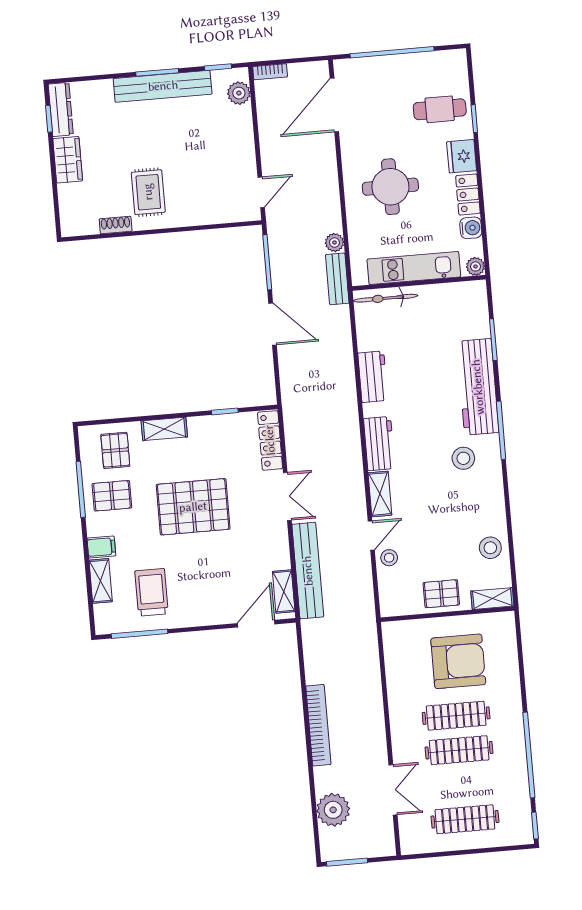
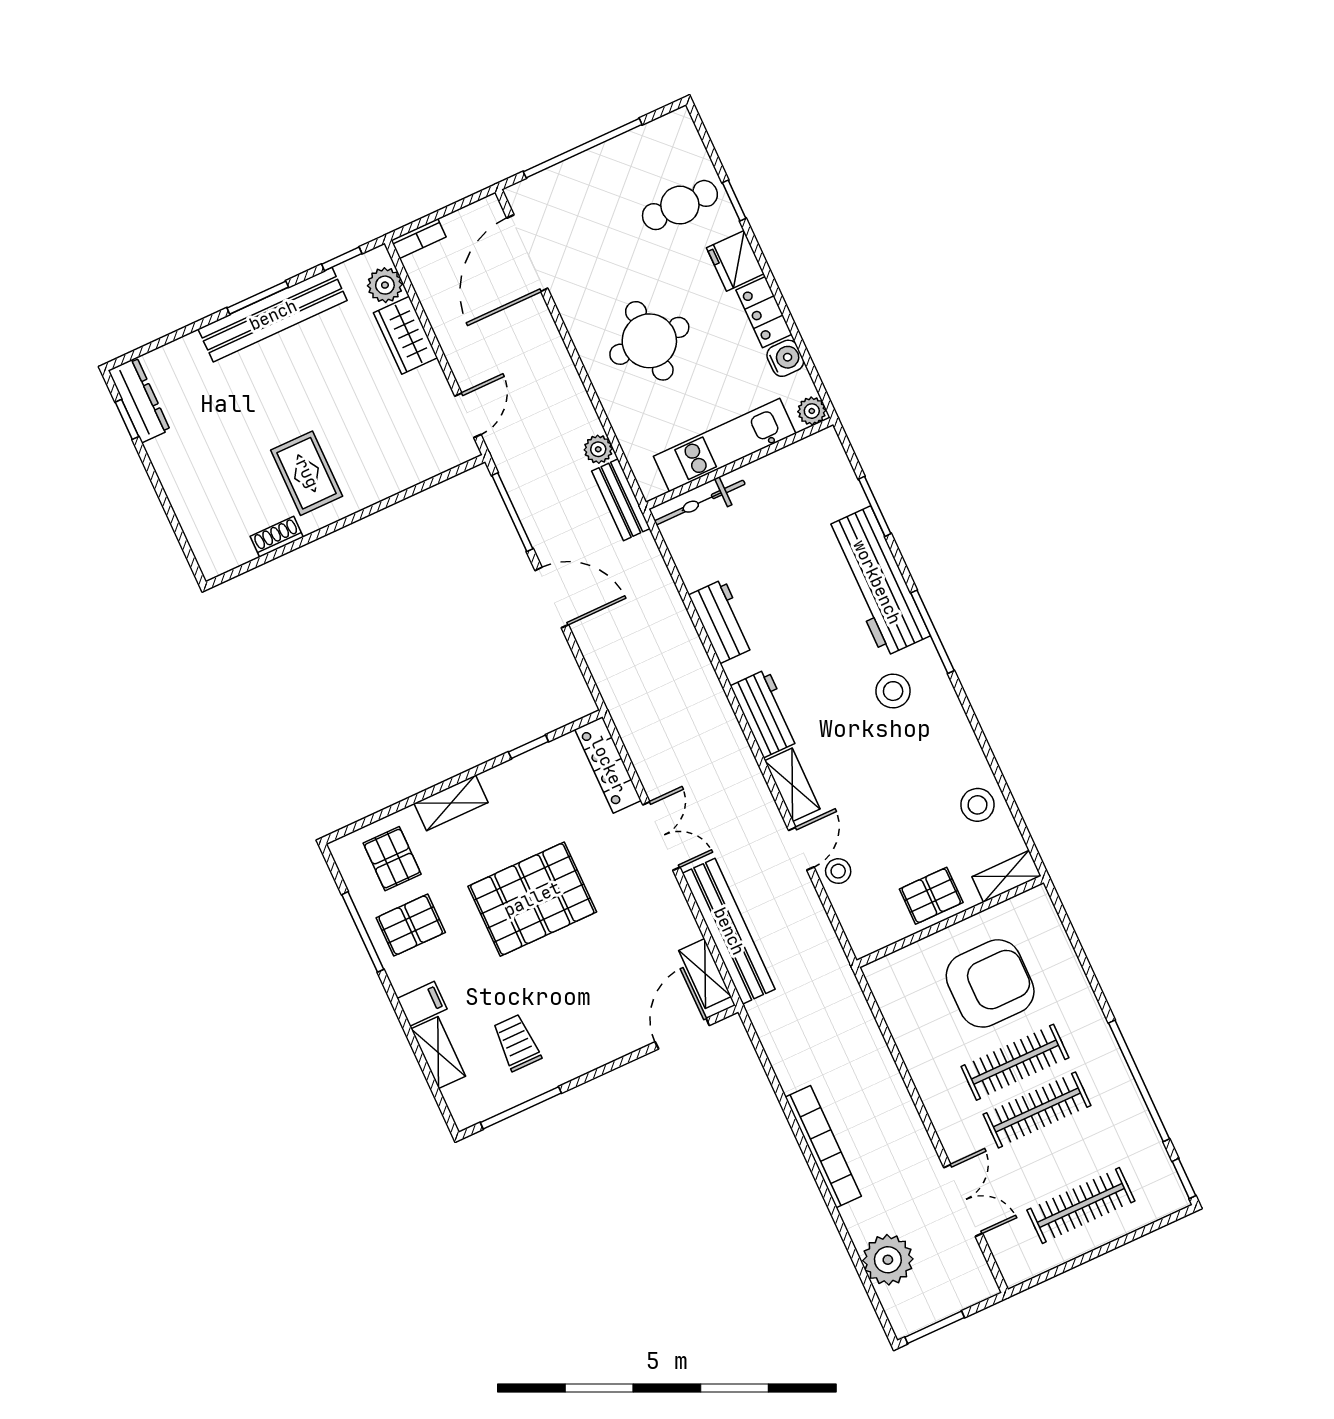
wardrobe: (68, 160) -> (406, 335), moved, turned 180
trolley: (151, 592) -> (517, 1043), width x0.73, depth x0.72

